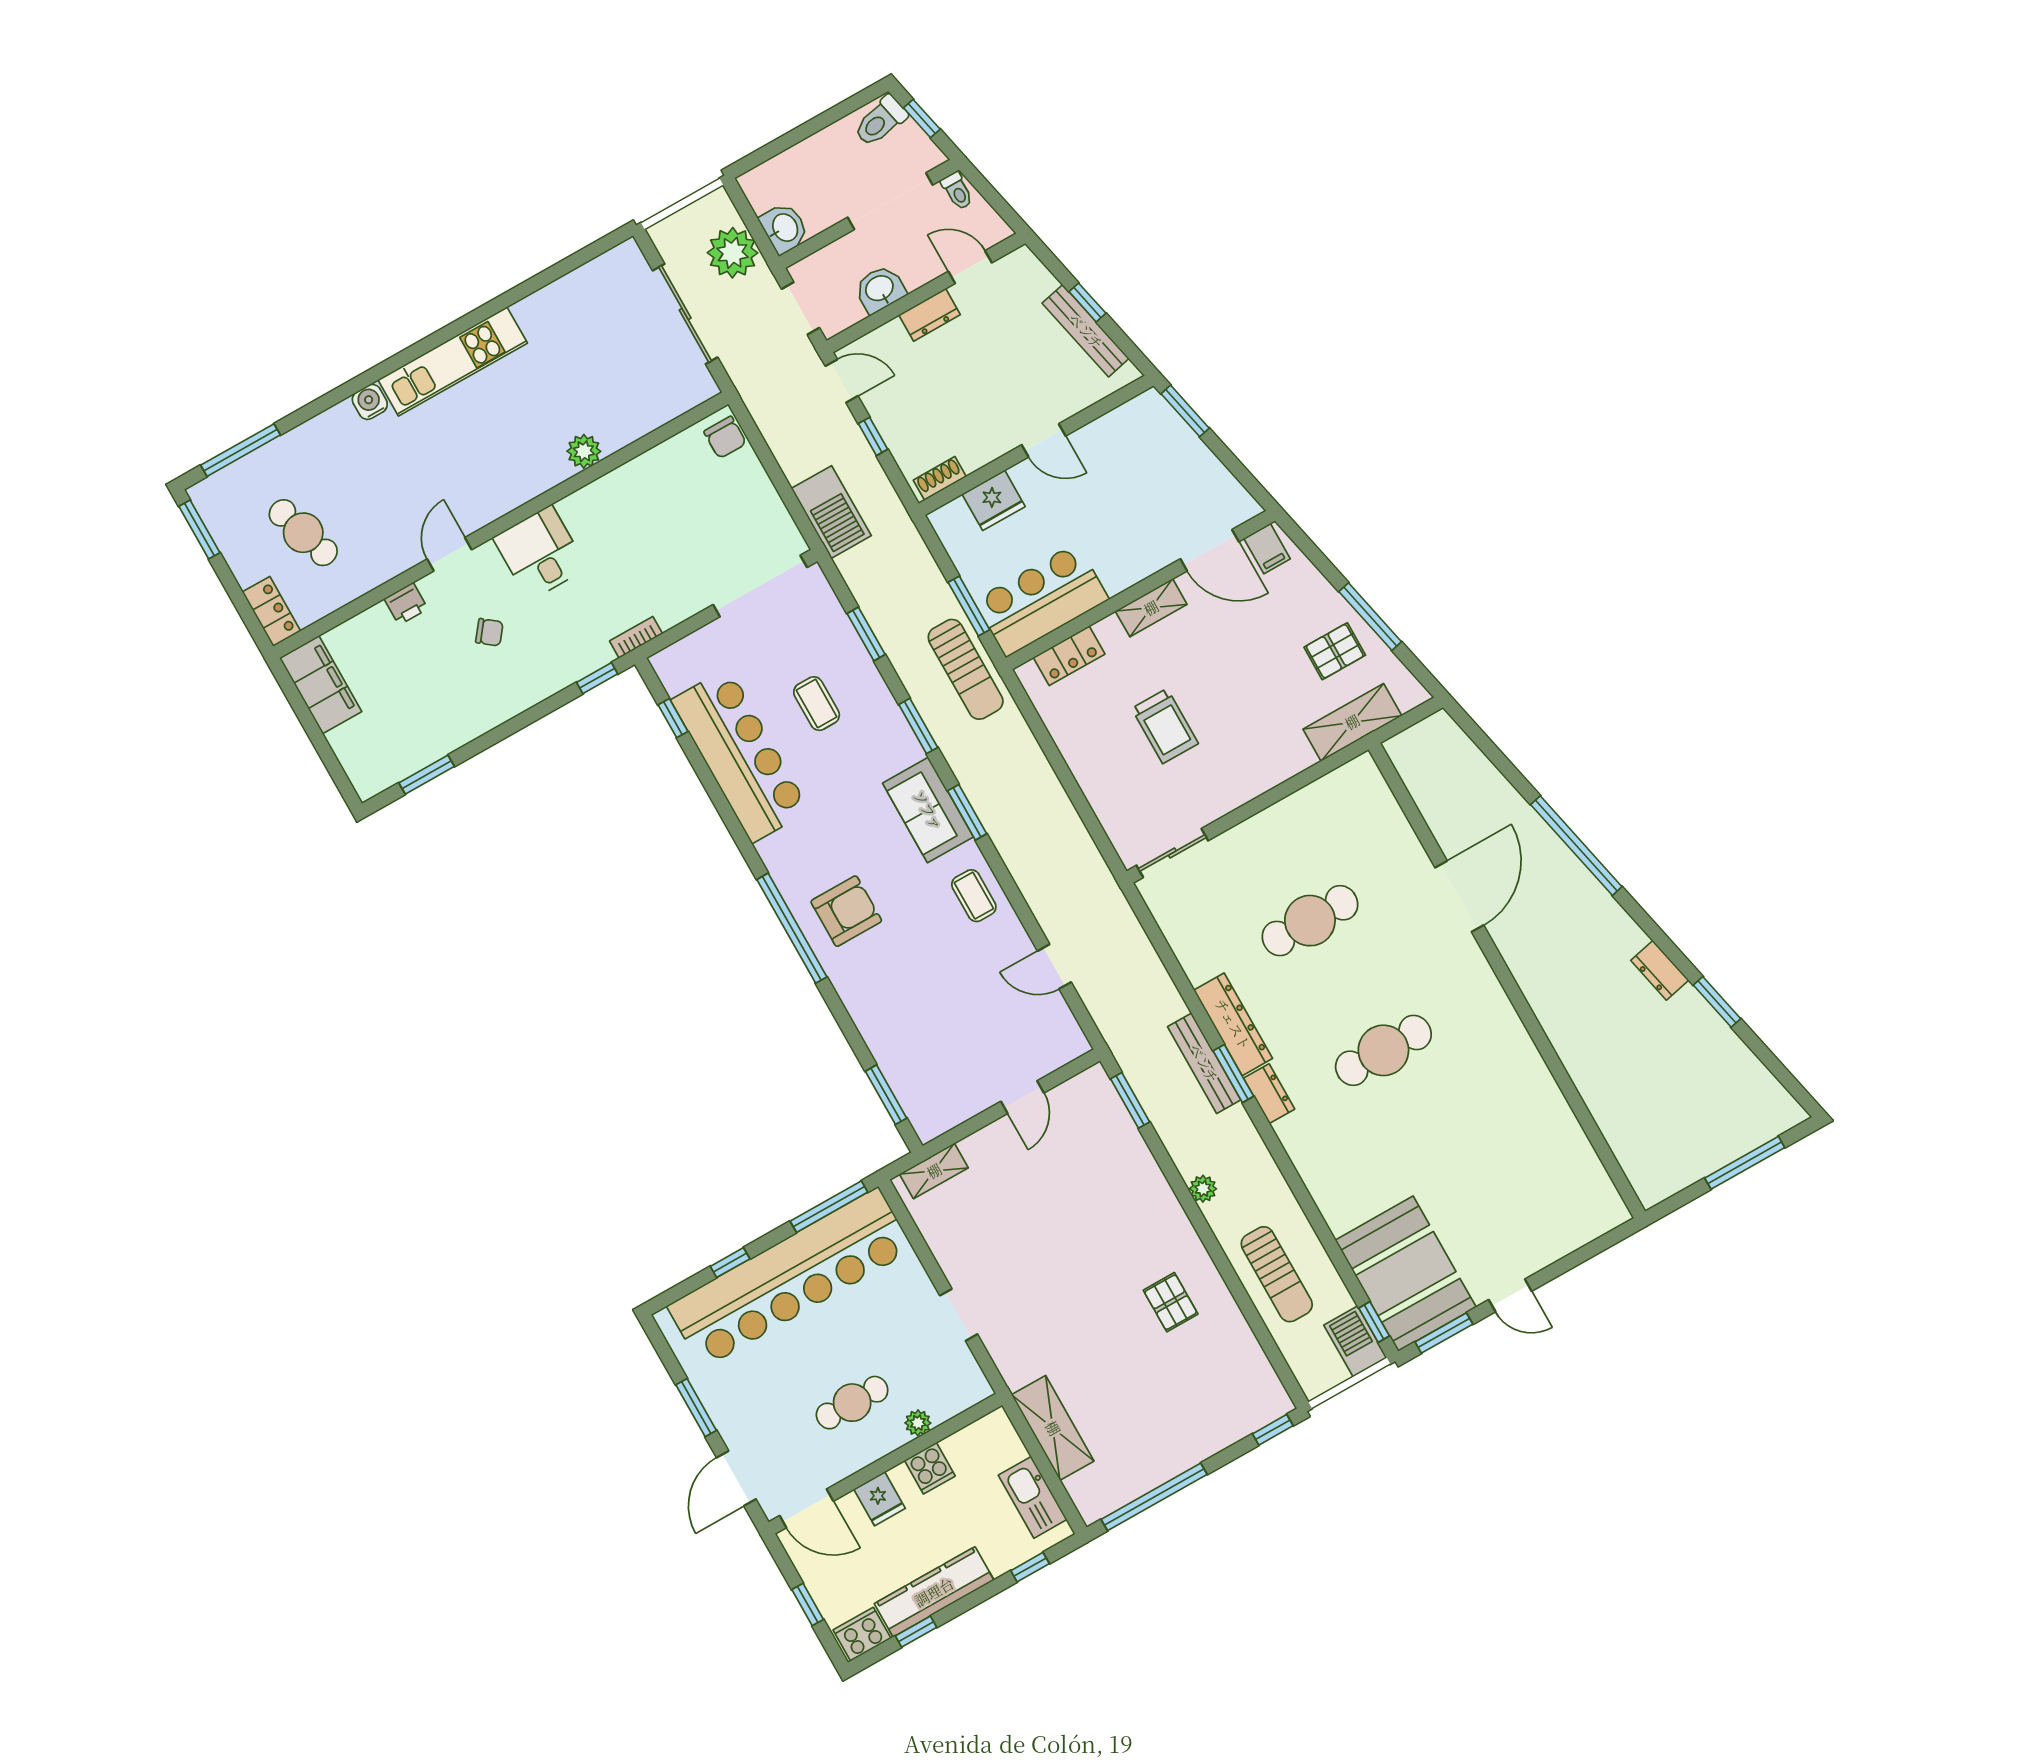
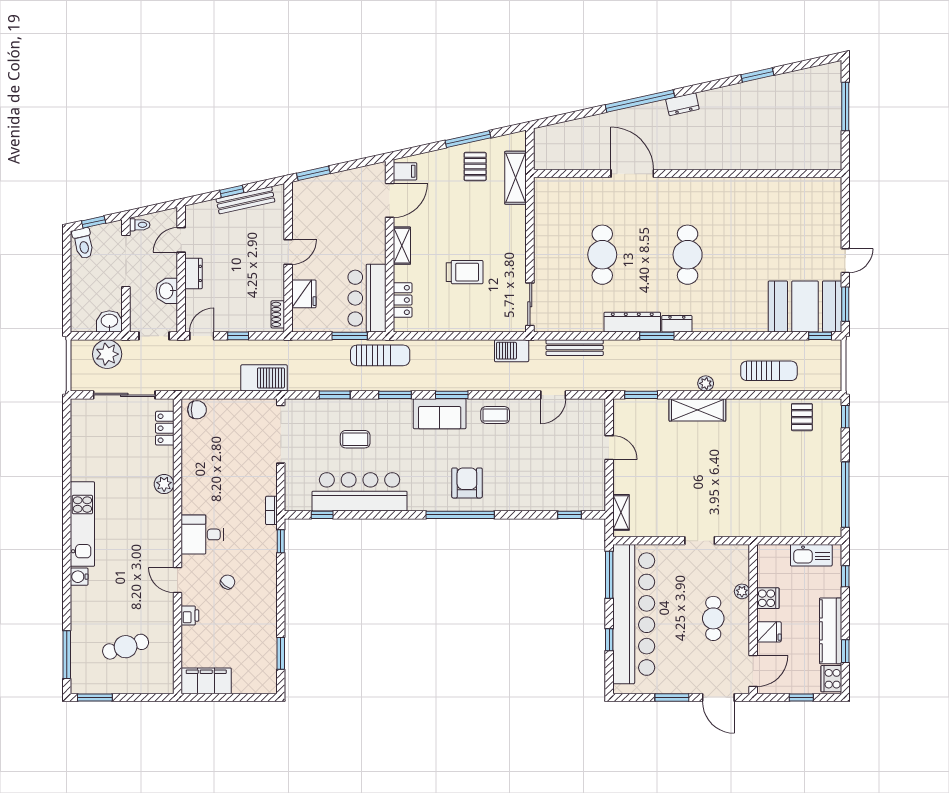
locker: (271, 611) -> (165, 428), moved, turned -90
dresser: (1660, 970) -> (682, 104), moved
bench: (1204, 1063) -> (575, 348), moved
window: (886, 1095) -> (570, 515), width x0.67
pallet: (1171, 1302) -> (802, 417), moved, turned 90
barbecue: (1355, 1341) -> (512, 351), moved
shelving: (1053, 1428) -> (697, 410), moved

